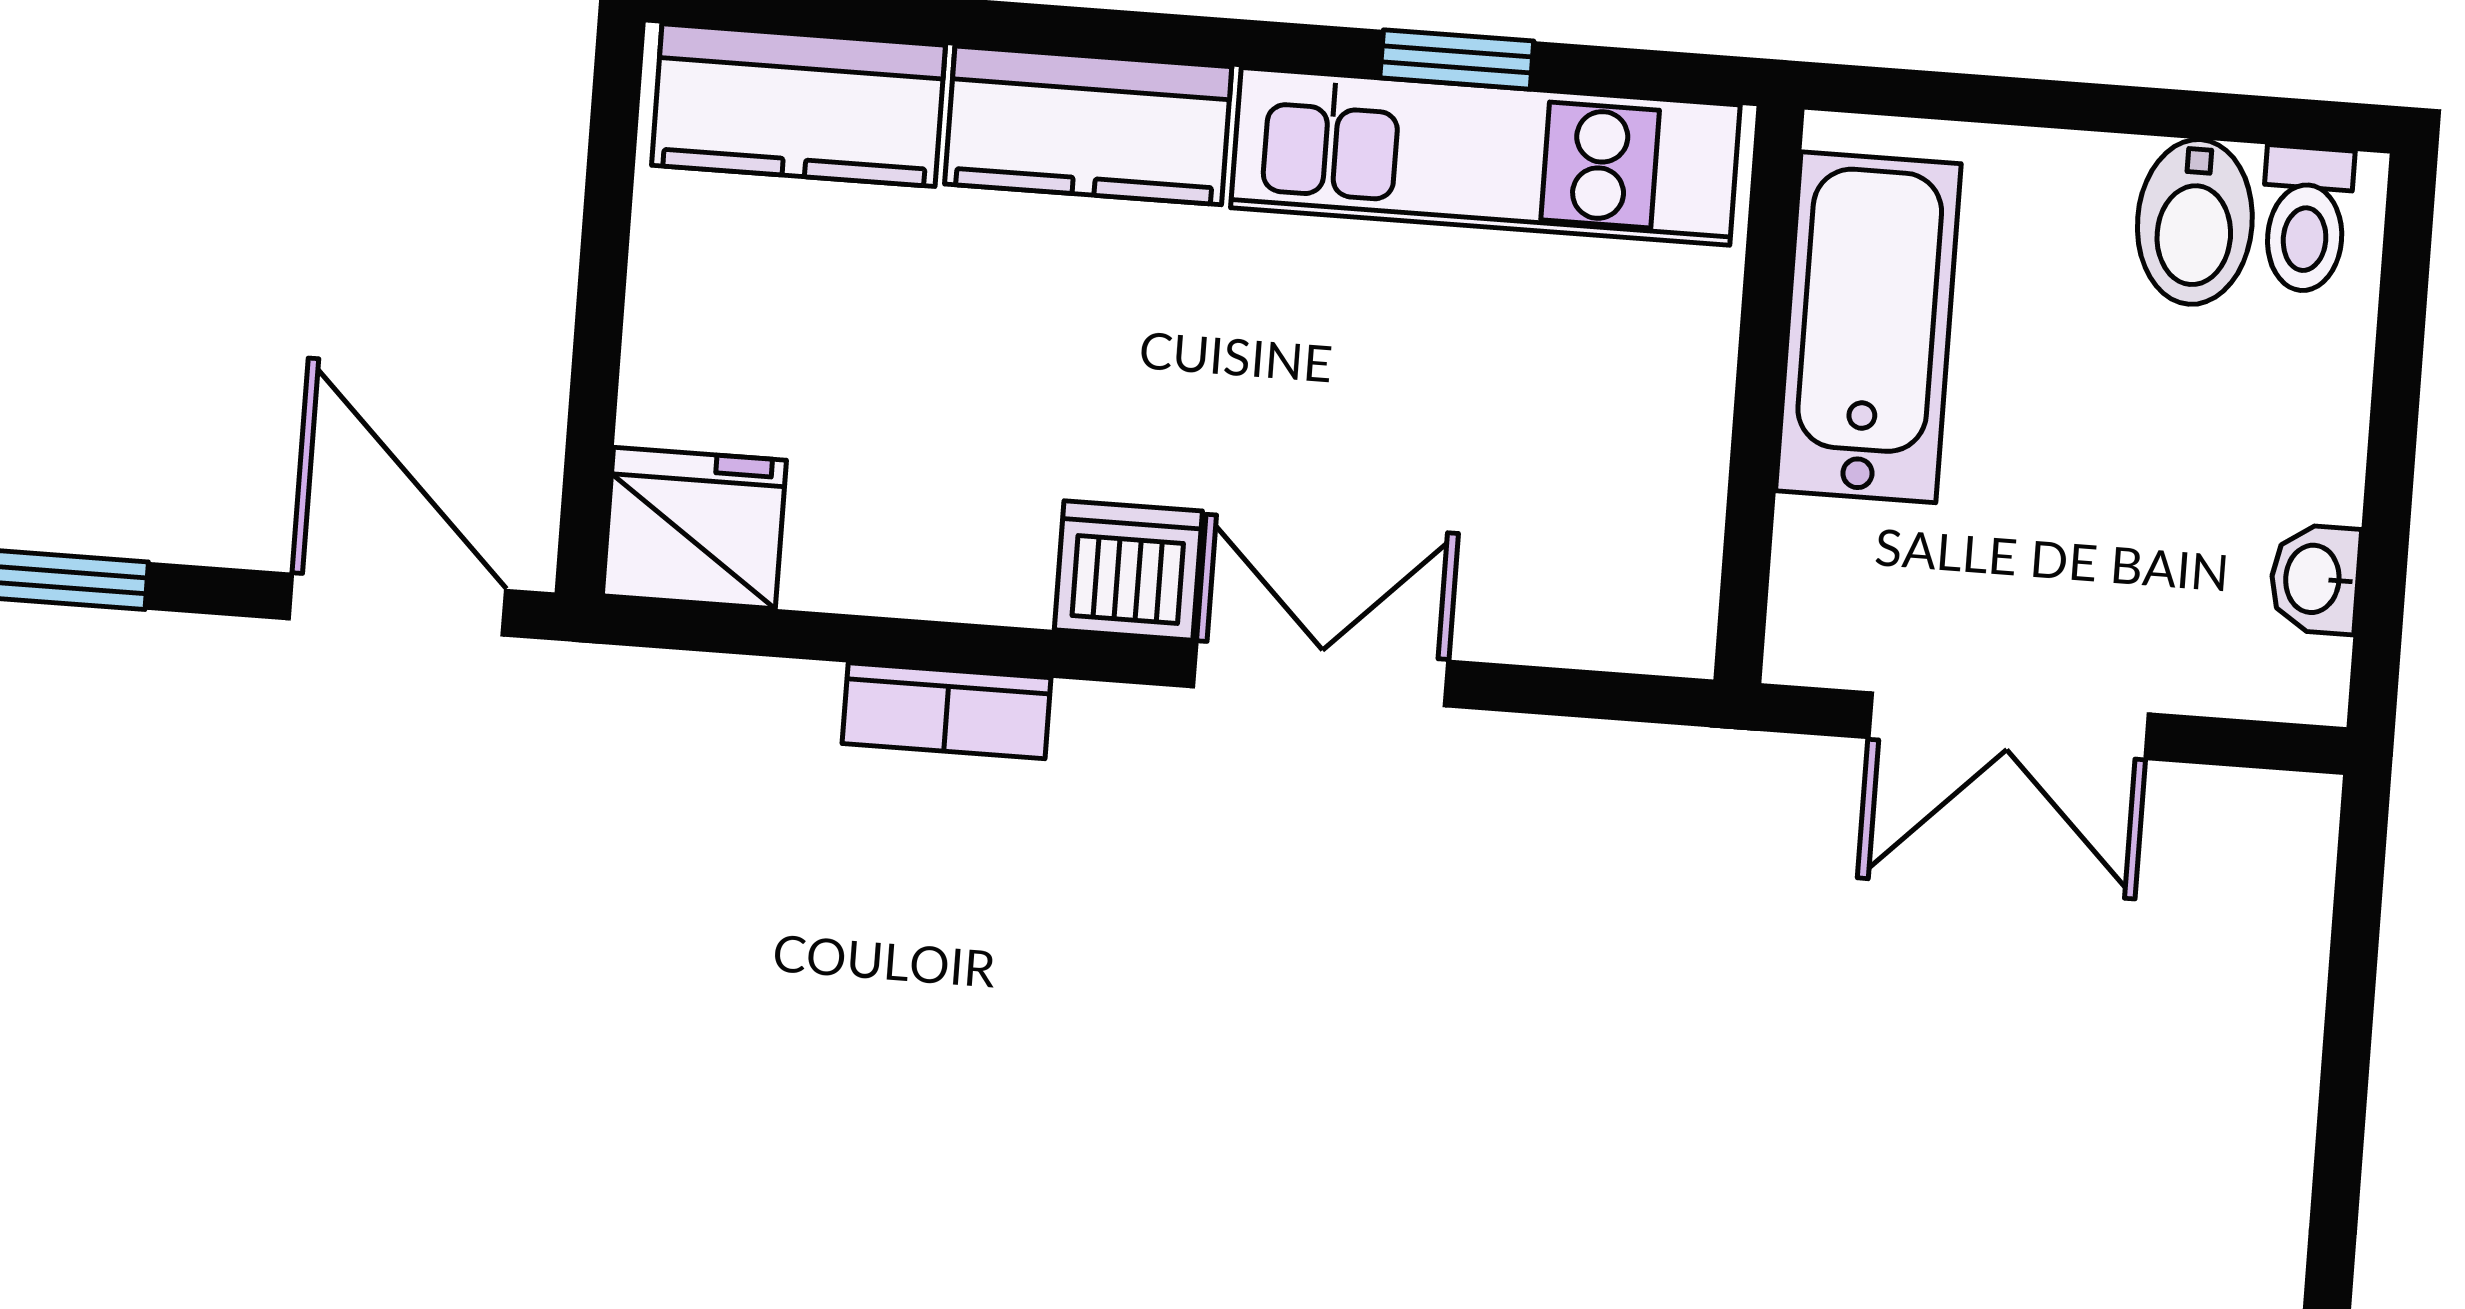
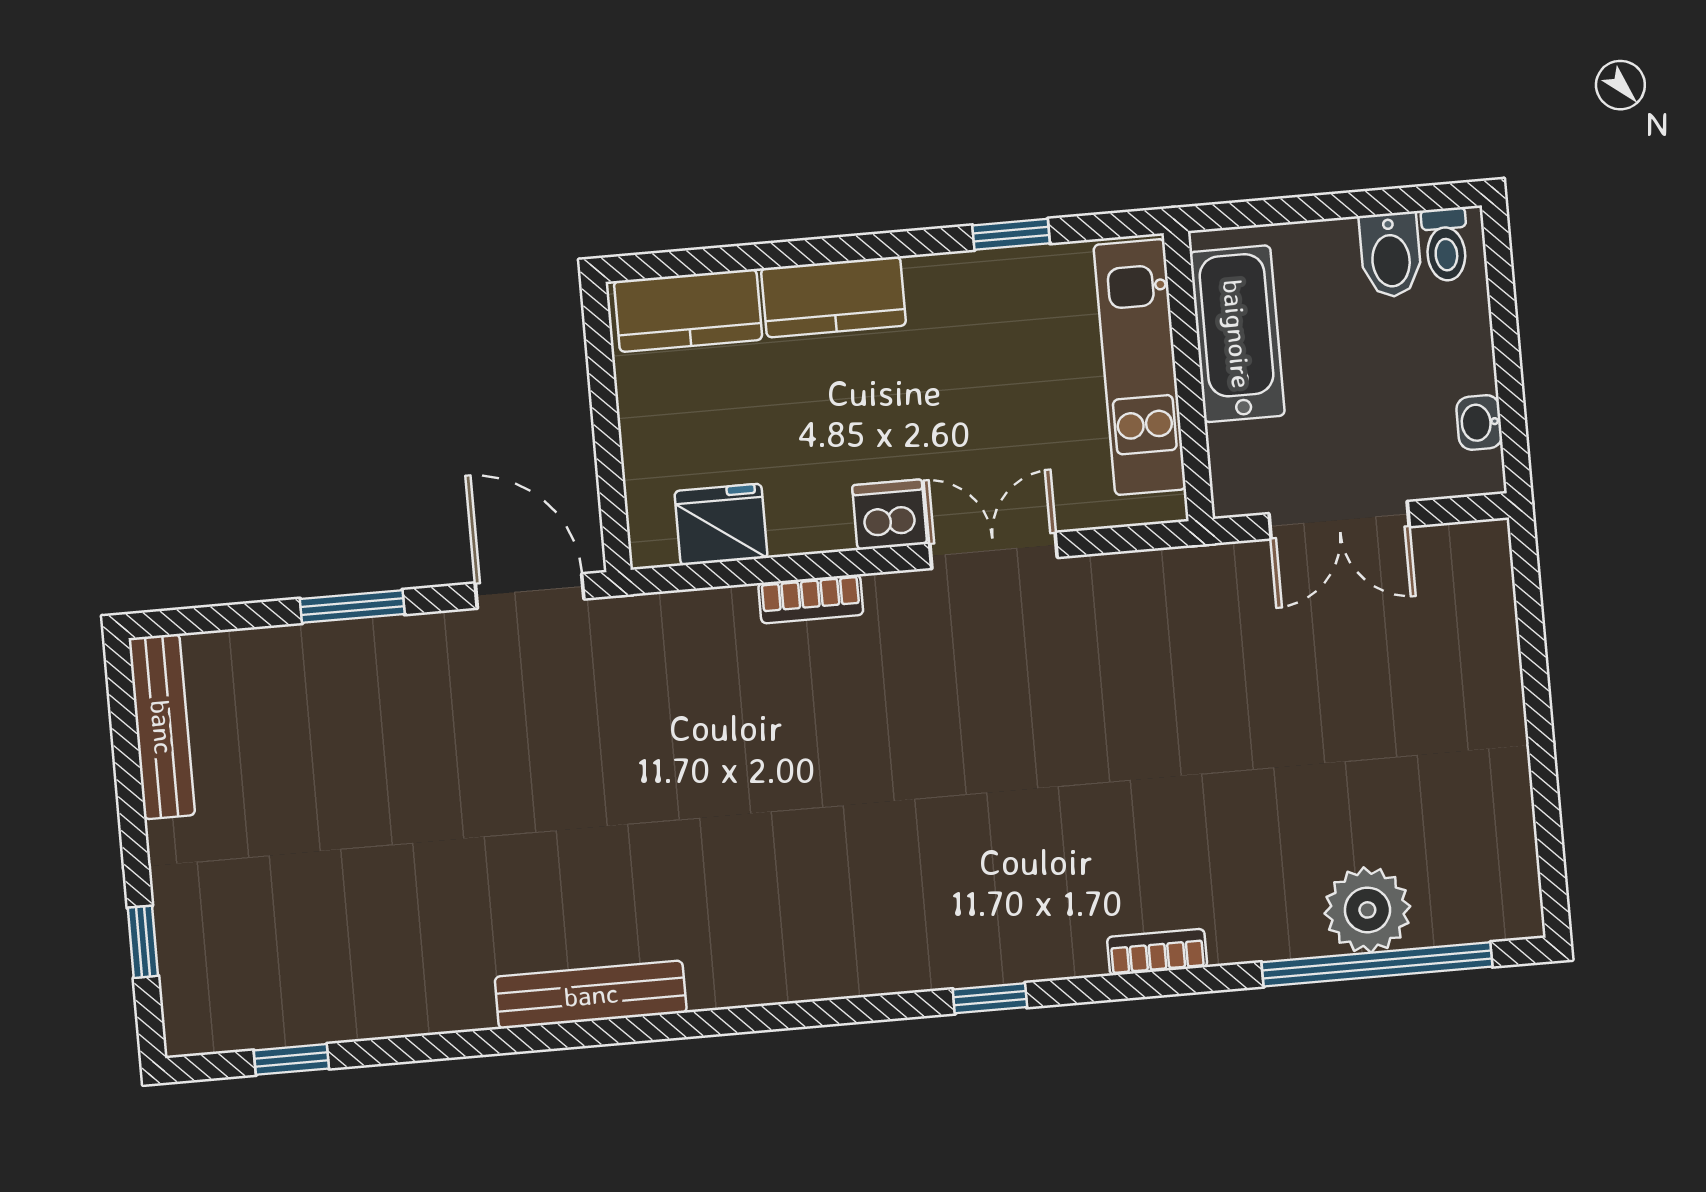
kitchen unit: (1485, 156) -> (1140, 367), moved, turned 90
fridge: (694, 528) -> (721, 524), moved

